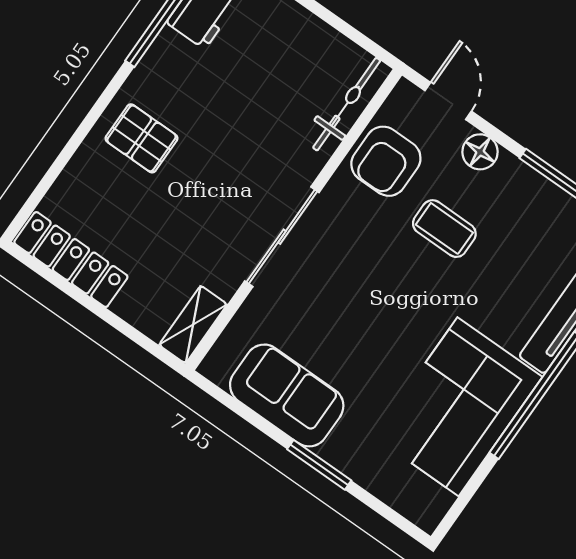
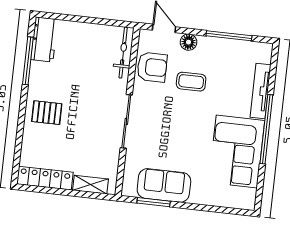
armchair: (386, 161) -> (152, 67), turned -90
shelving: (193, 325) -> (90, 185), moved, turned 90
window: (319, 465) -> (154, 202), moved

